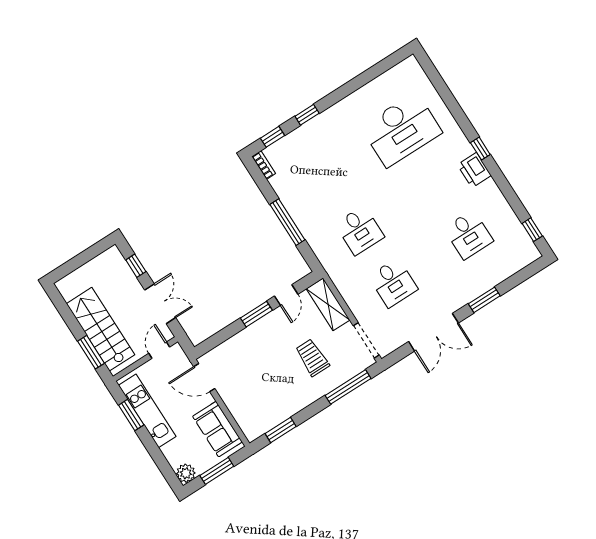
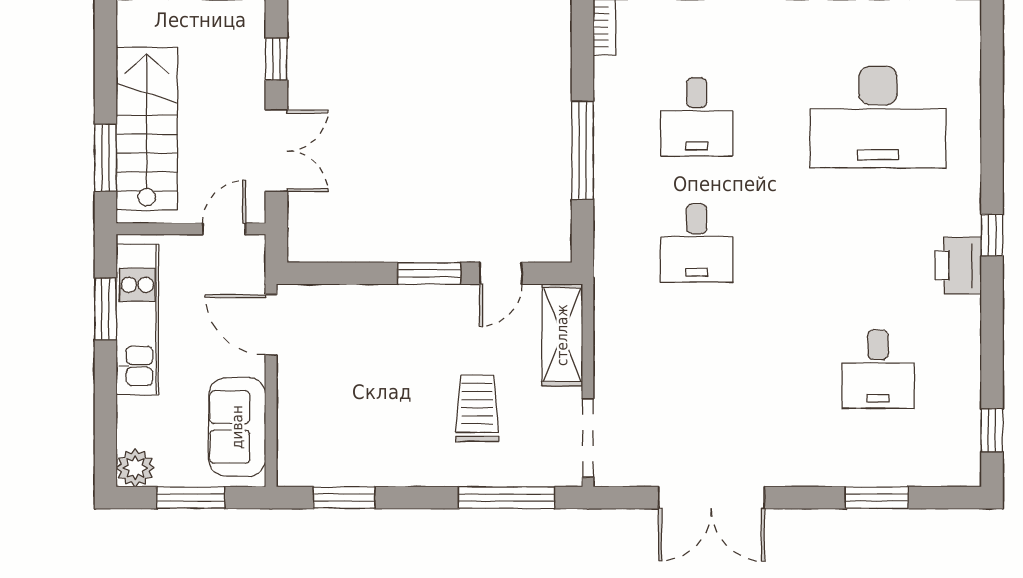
desk: (393, 283) -> (697, 117), moved
window: (484, 300) -> (877, 498), moved

